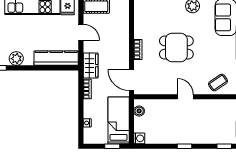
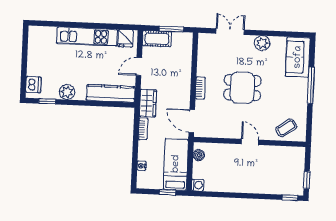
door: (81, 32) -> (139, 66), swing flipped
window: (184, 146) -> (247, 196), removed

